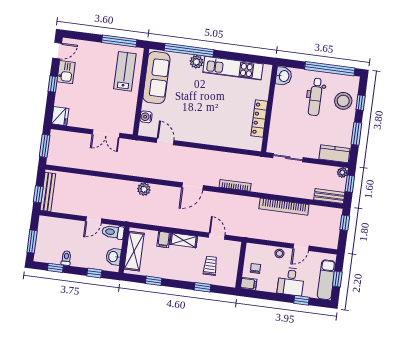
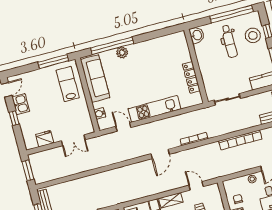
kitchen unit: (233, 68) -> (154, 109), moved, turned 180
fridge: (60, 116) -> (45, 139), moved, turned -90
plant: (144, 189) -> (122, 172), removed

